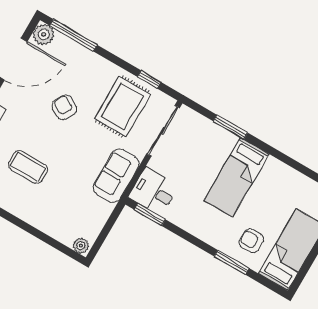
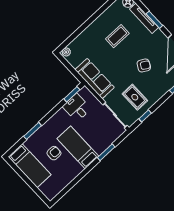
rug: (122, 106) -> (135, 97), width x0.73, depth x0.70
sofa: (116, 176) -> (95, 79), width x1.36
desk: (153, 191) -> (77, 108), moved, turned -90
armchair: (251, 241) -> (54, 153), moved

